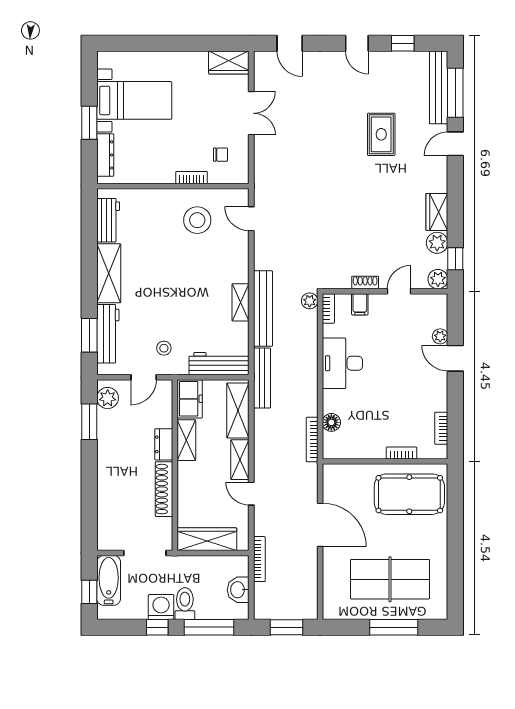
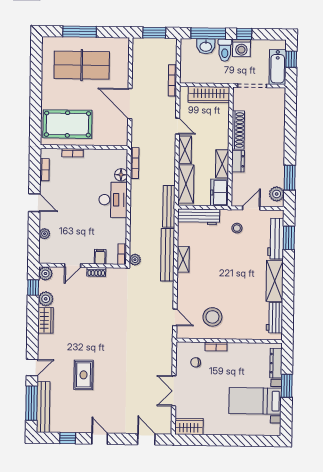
door: (455, 358) -> (34, 203), moved
desk: (342, 363) -> (113, 200), moved
washbasin: (238, 590) -> (206, 46), moved, turned 90

